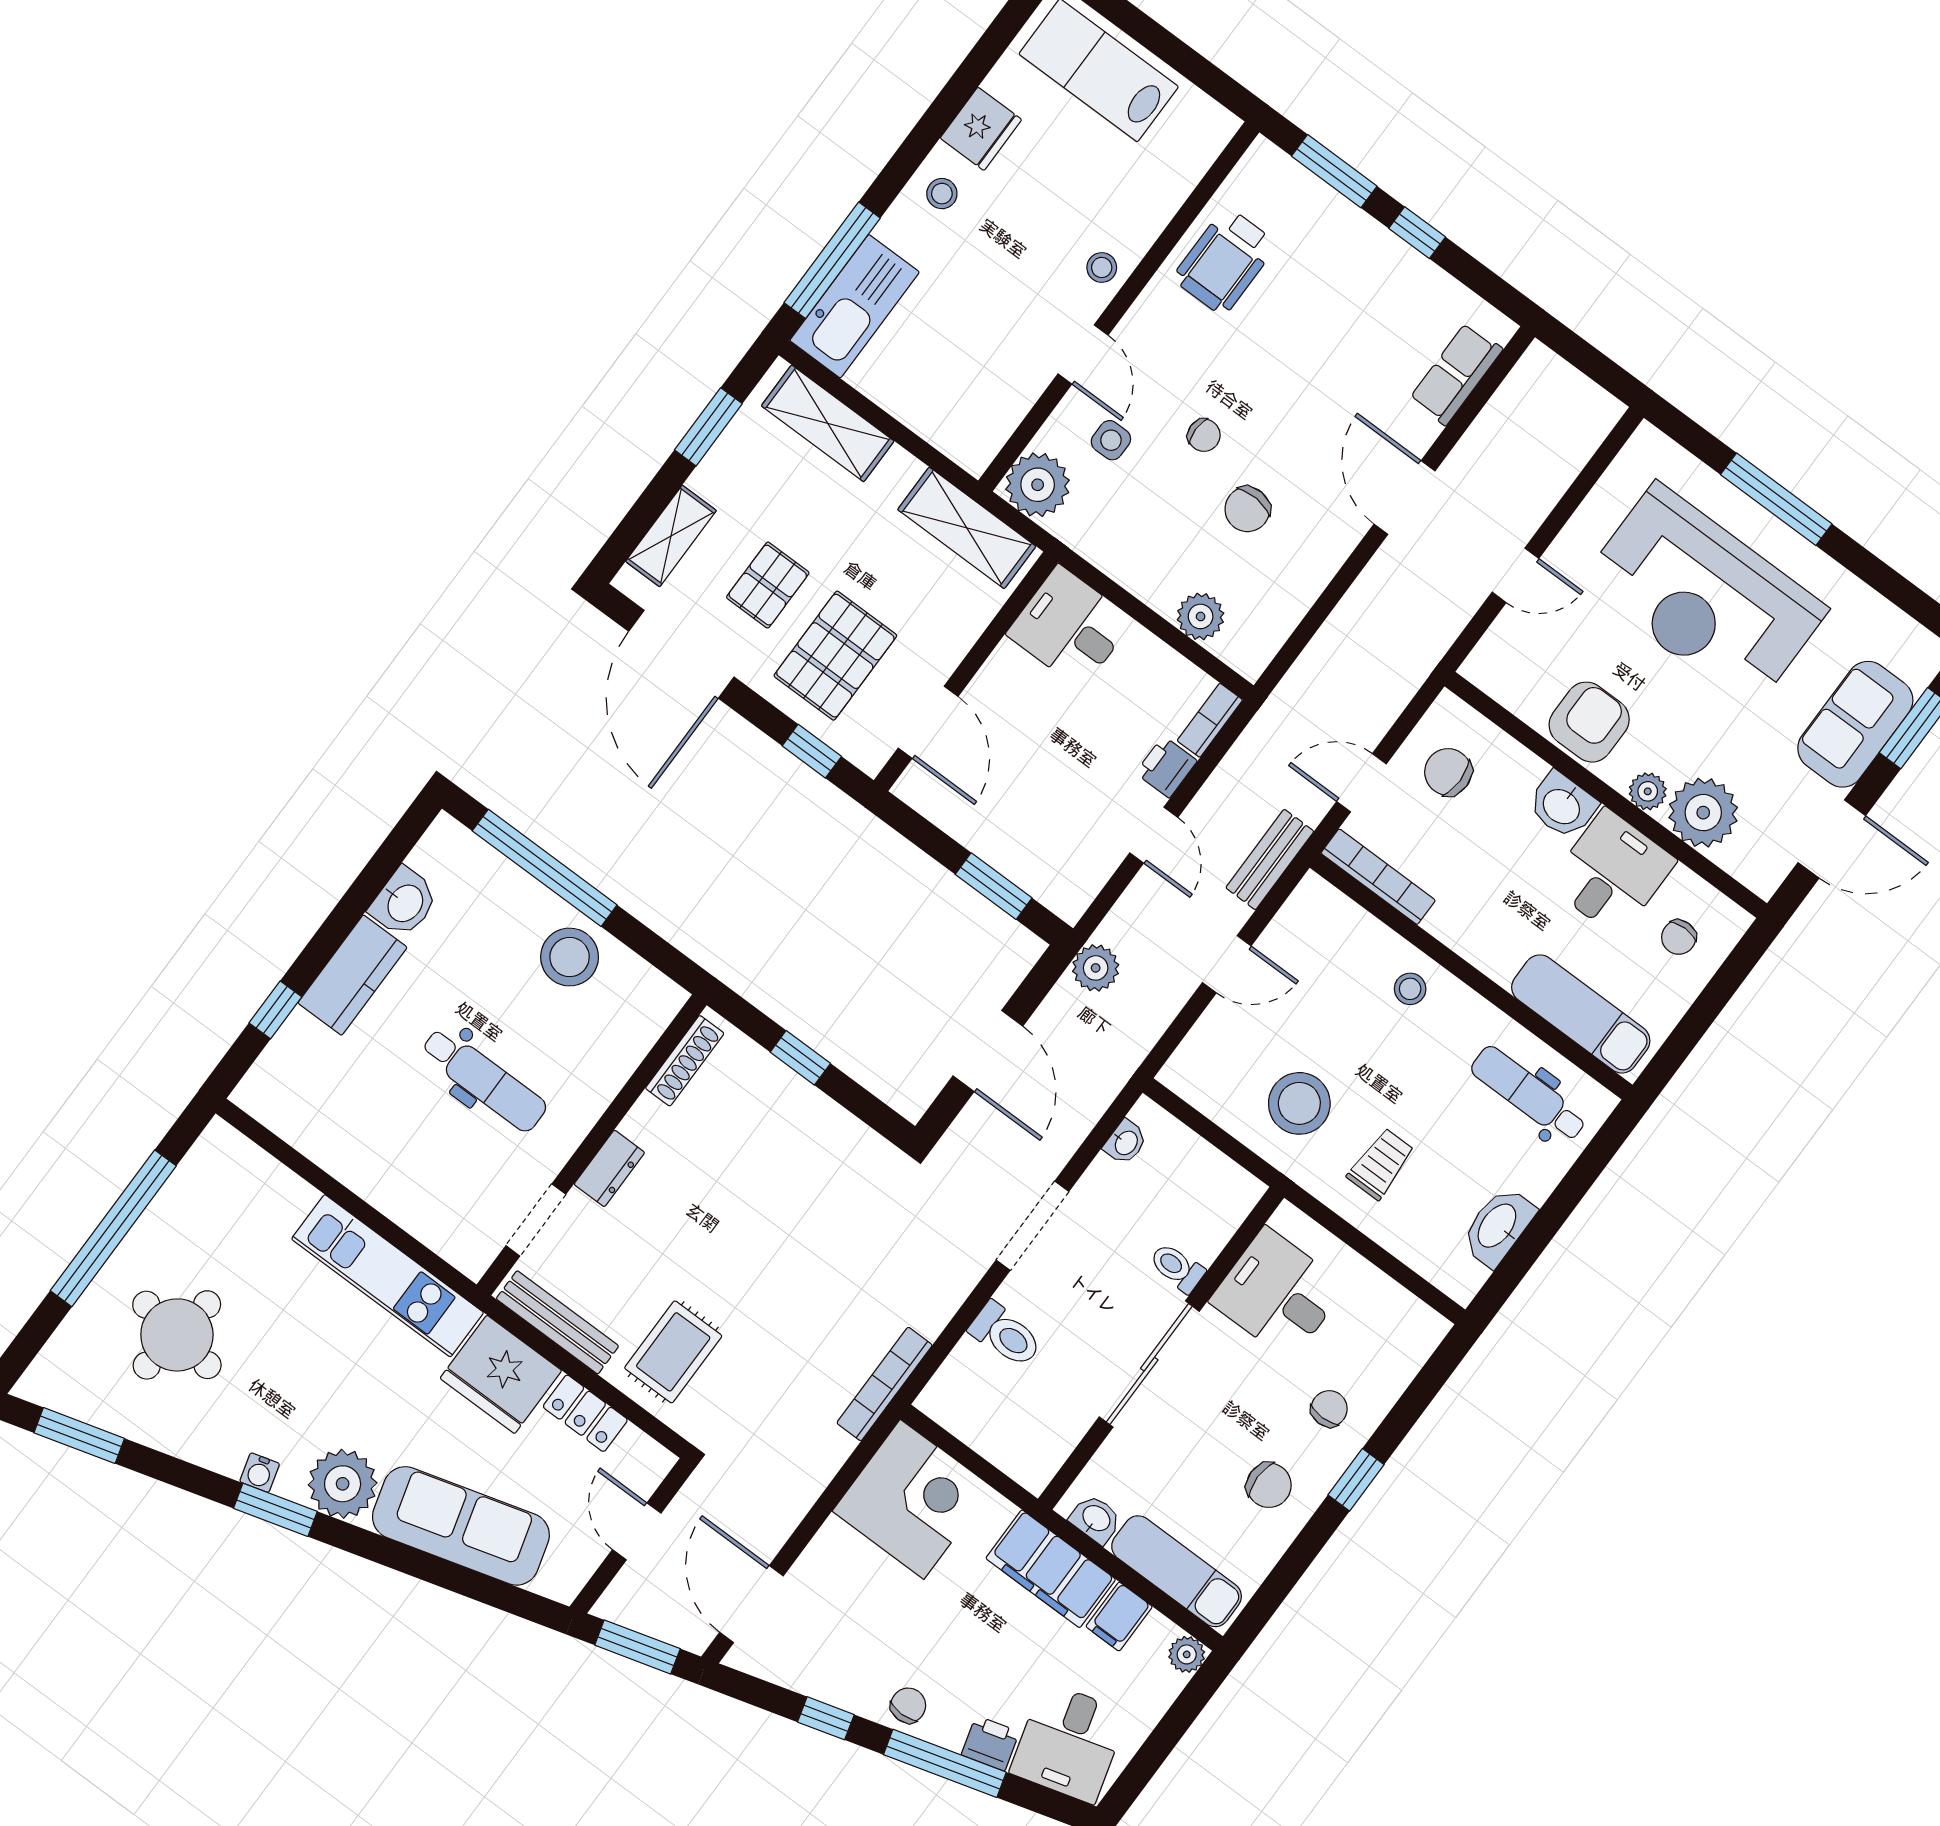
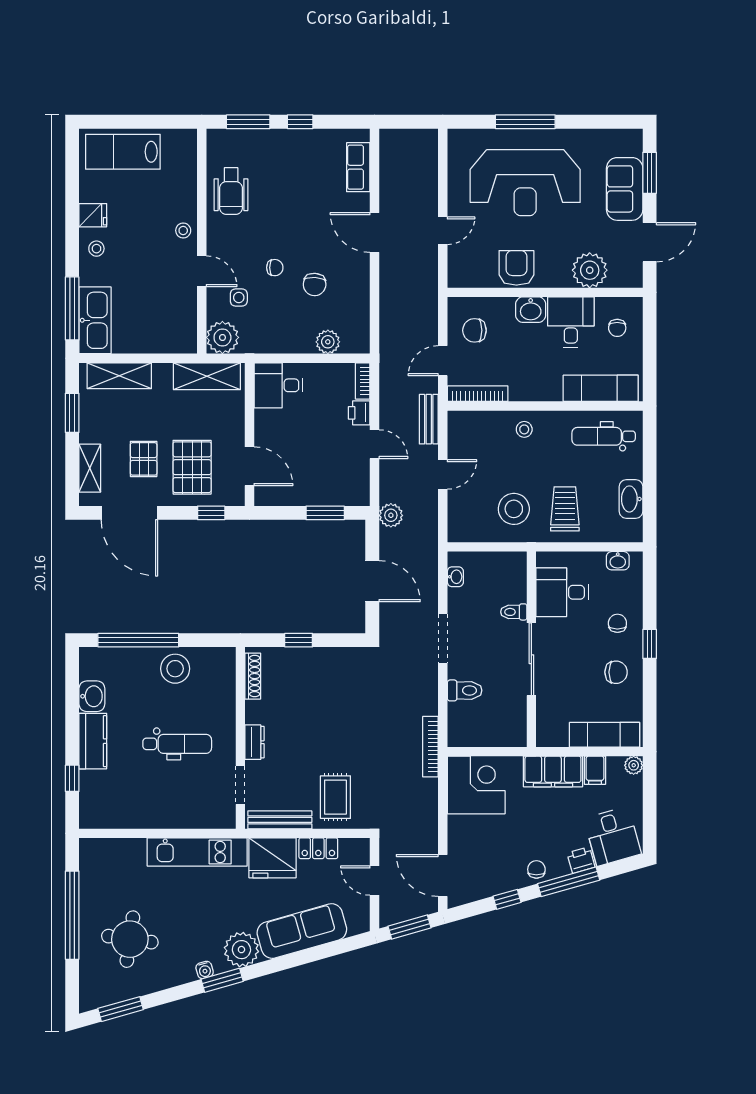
fridge: (981, 129) -> (93, 215), width x0.72
plant: (1648, 791) -> (561, 278), removed
trolley: (1381, 1164) -> (565, 509), width x1.36, depth x1.39
washbasin: (1096, 1519) -> (618, 561), moved, turned 180

